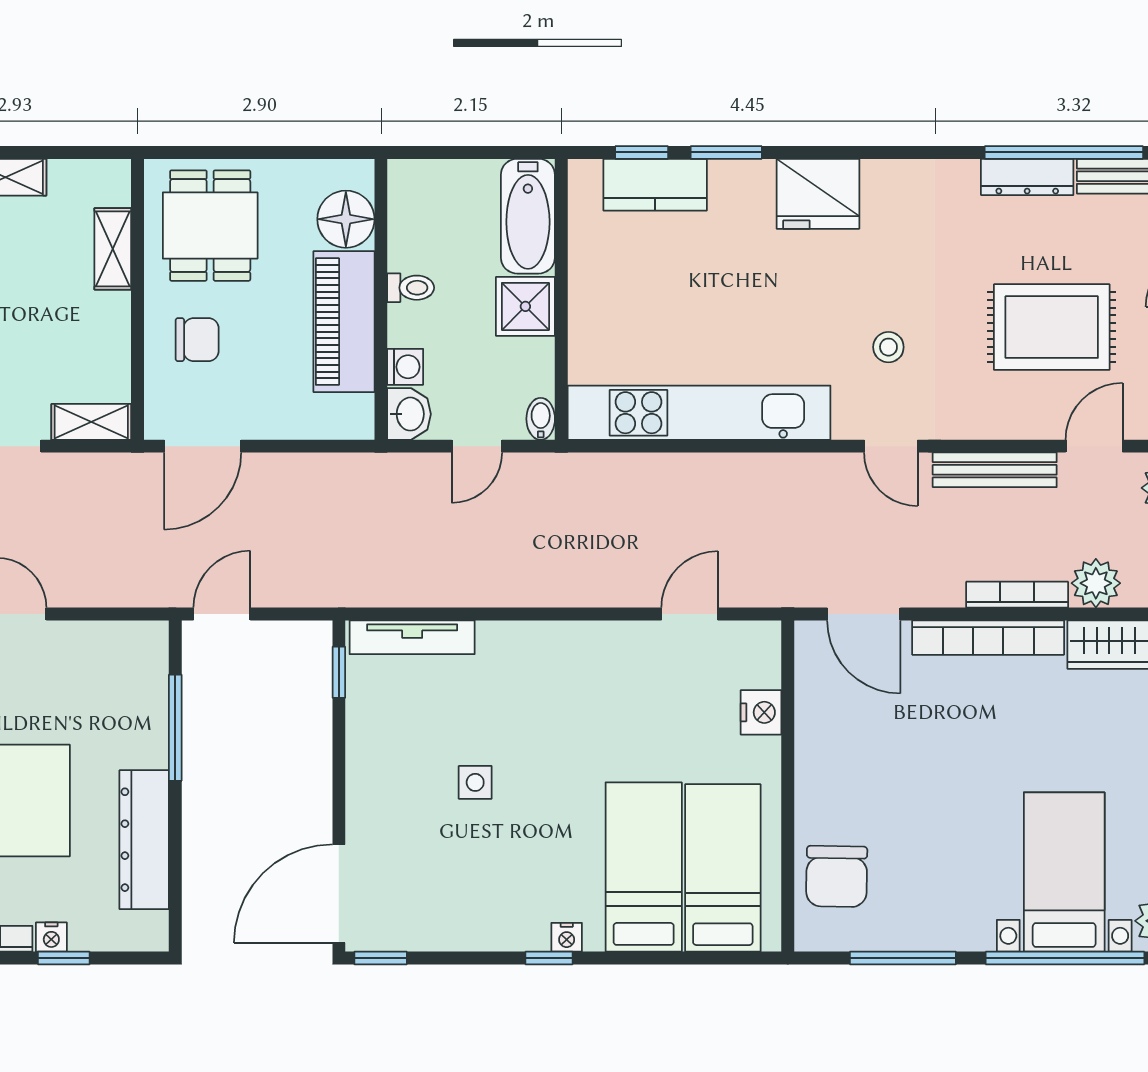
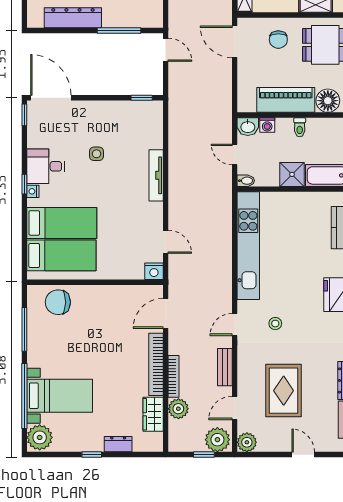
door: (1094, 446) -> (235, 408), swing flipped
bench: (995, 470) -> (225, 367), width x0.73
tv unit: (412, 637) -> (156, 175), moved
nightstand: (761, 712) -> (154, 271), moved
desk: (506, 906) -> (46, 166), added

